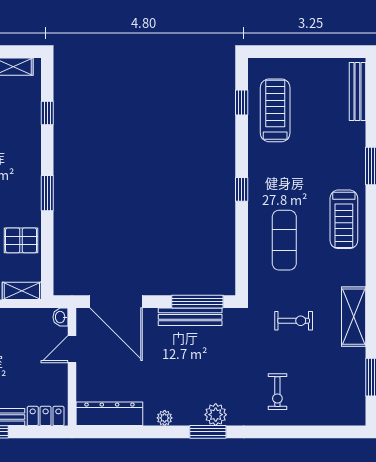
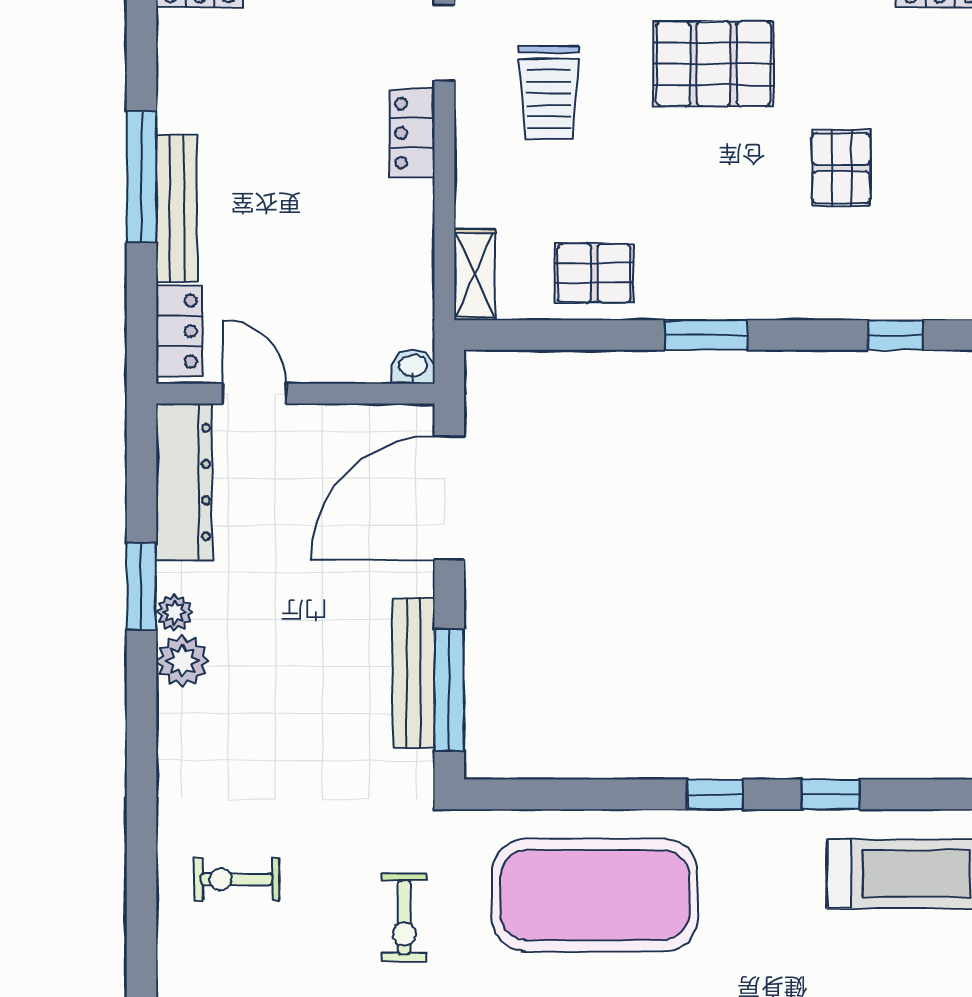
window: (242, 102) -> (831, 794), moved
pallet: (21, 240) -> (594, 273), turned 90
exercise mat: (284, 240) -> (595, 895), width x2.00, depth x1.45
door: (72, 349) -> (254, 394), moved
plant: (216, 415) -> (182, 661), moved
window: (208, 432) -> (141, 587), moved

